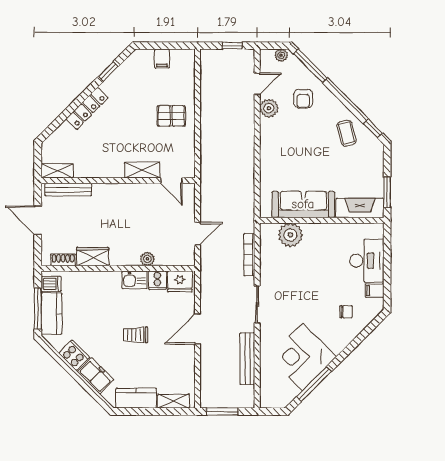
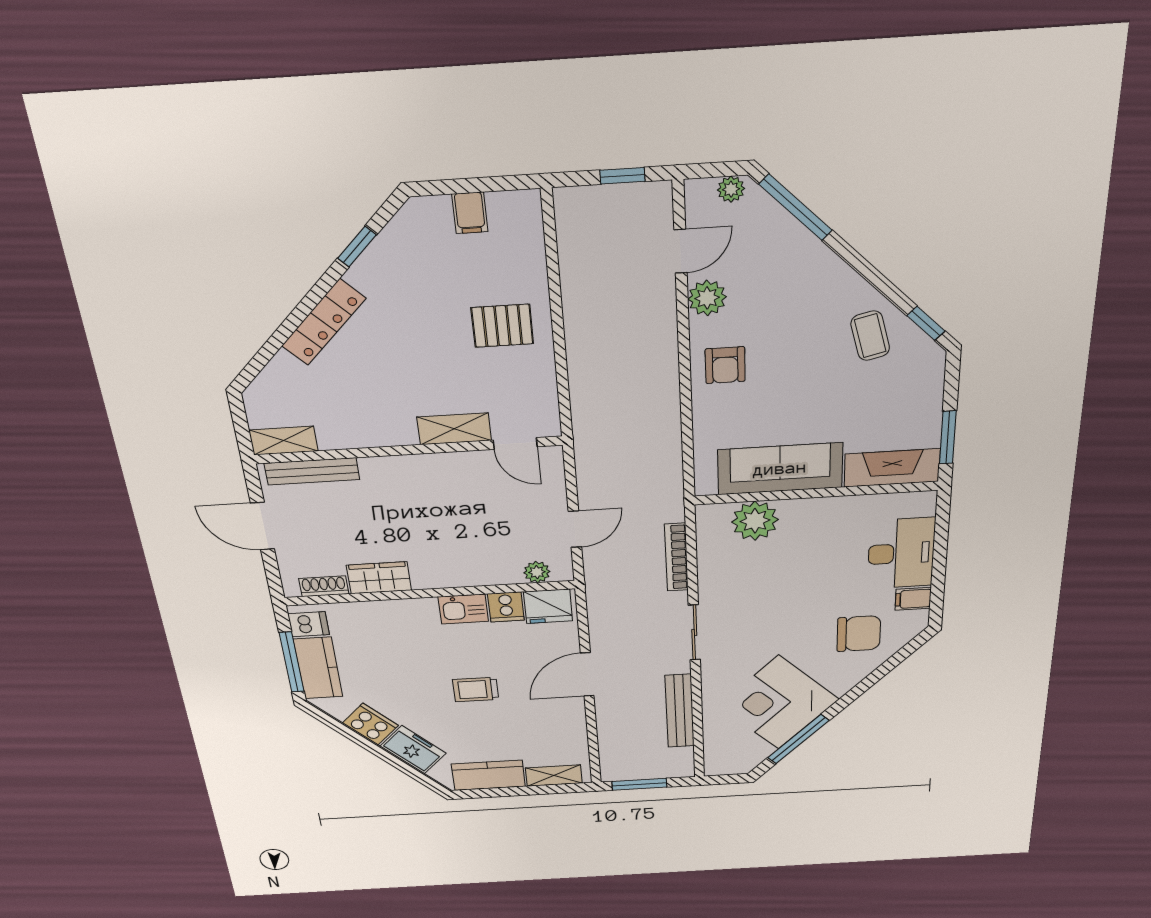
armchair: (303, 99) -> (725, 365), moved
plant: (147, 259) -> (537, 572), moved
chair: (346, 312) -> (859, 634), width x1.87, depth x1.87

